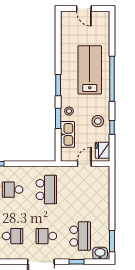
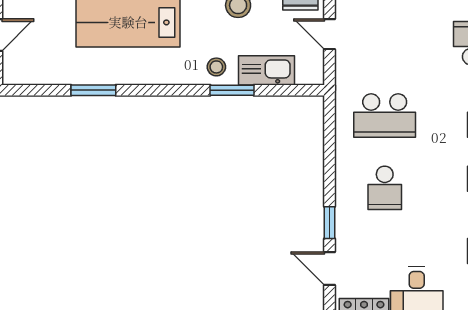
window: (58, 85) -> (93, 90), moved
school desk: (46, 190) -> (385, 115), turned 180

